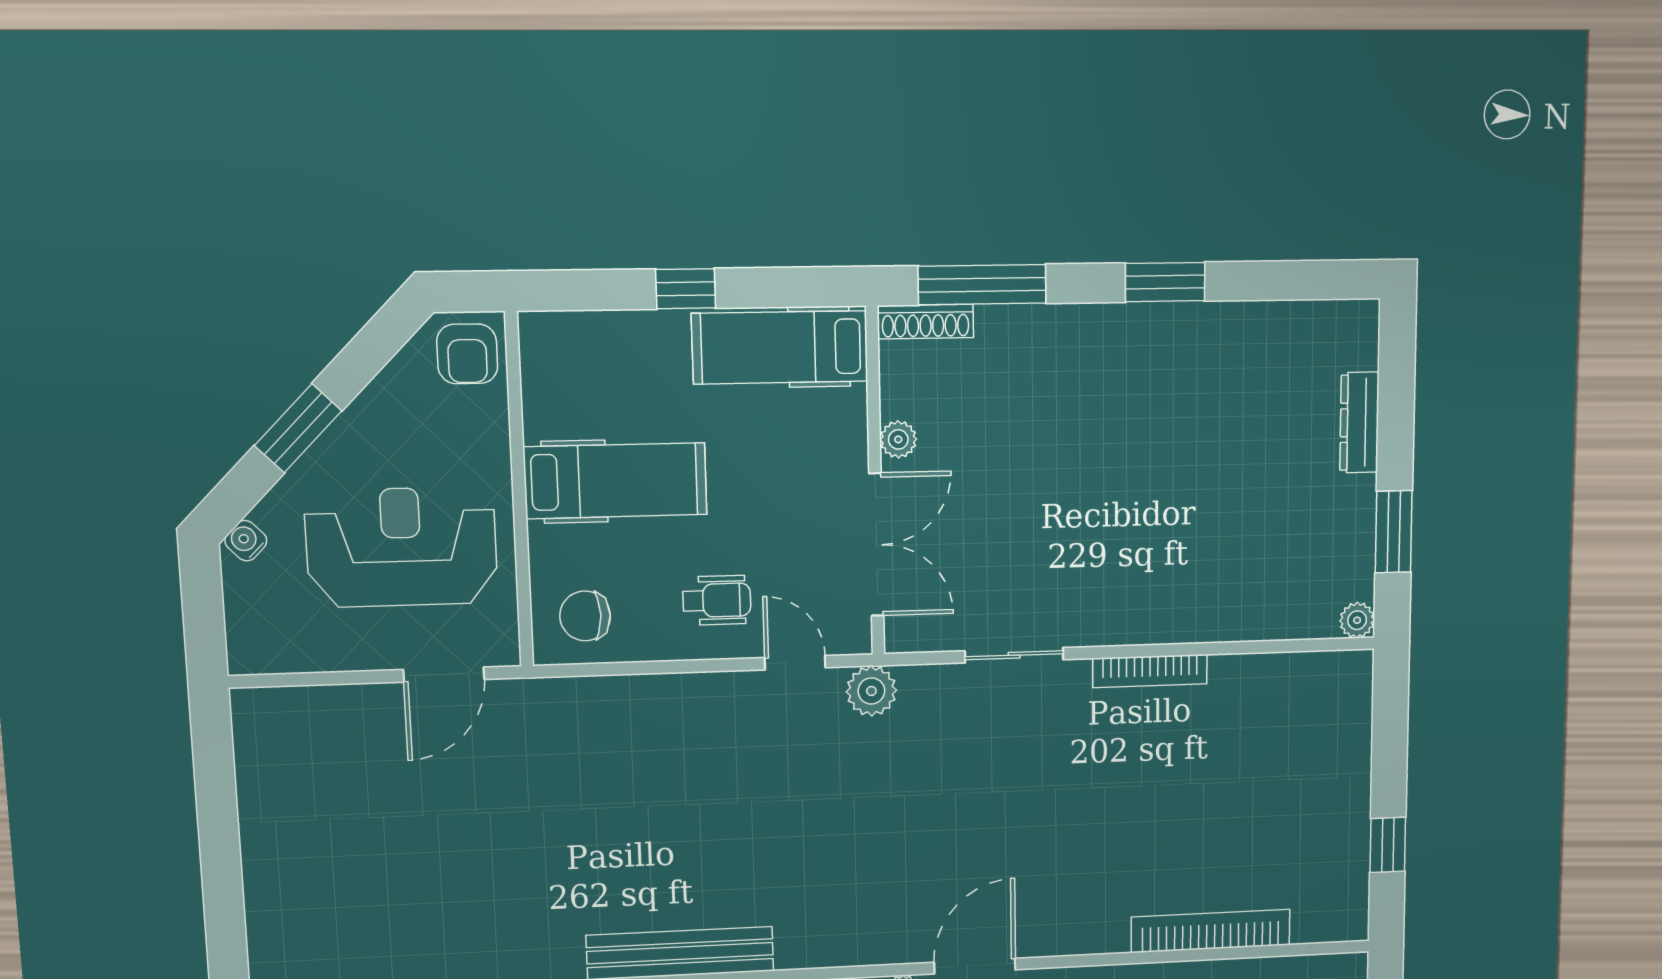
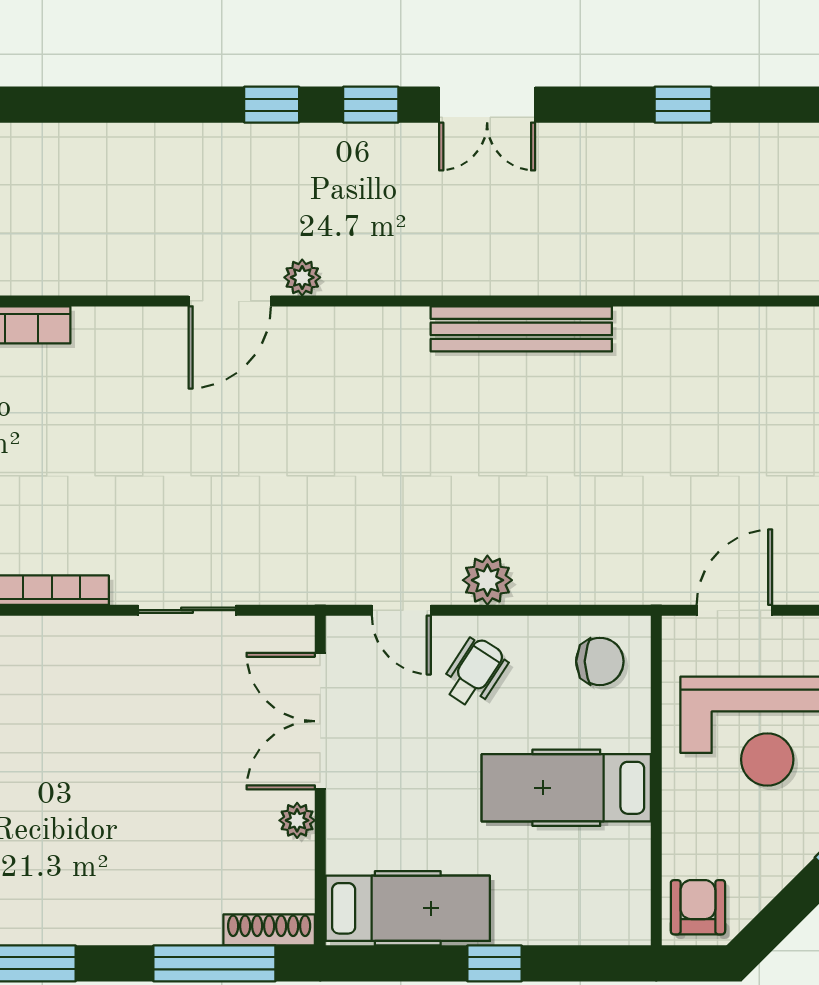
wheelchair: (717, 600) -> (475, 673), turned 123
plant: (871, 691) -> (487, 580), moved

